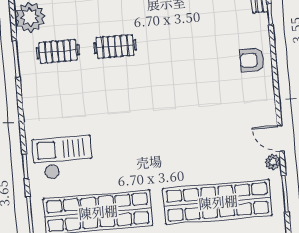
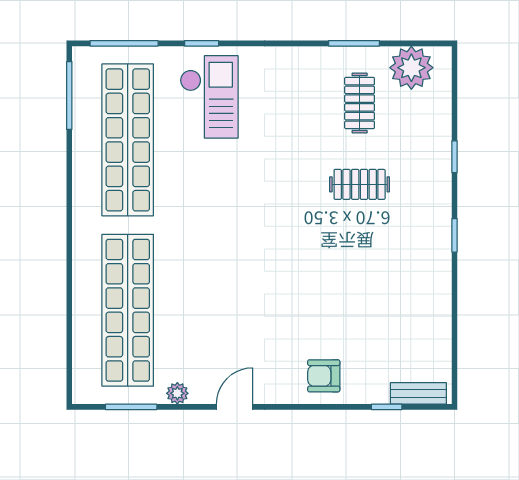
clothes rail: (115, 47) -> (360, 184), turned 90
armchair: (252, 60) -> (324, 376), turned -90
door: (280, 138) -> (235, 407), moved

